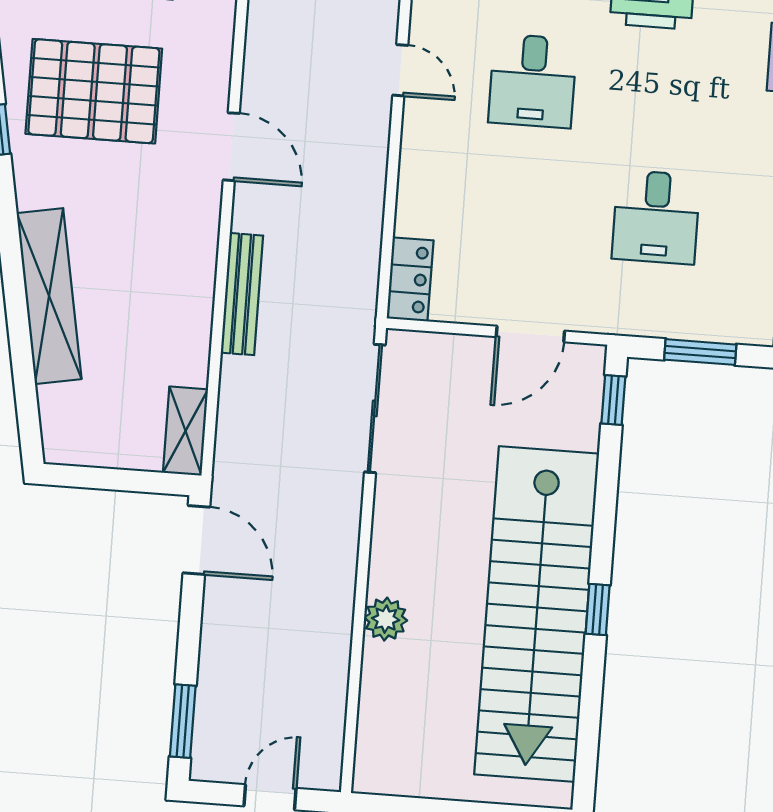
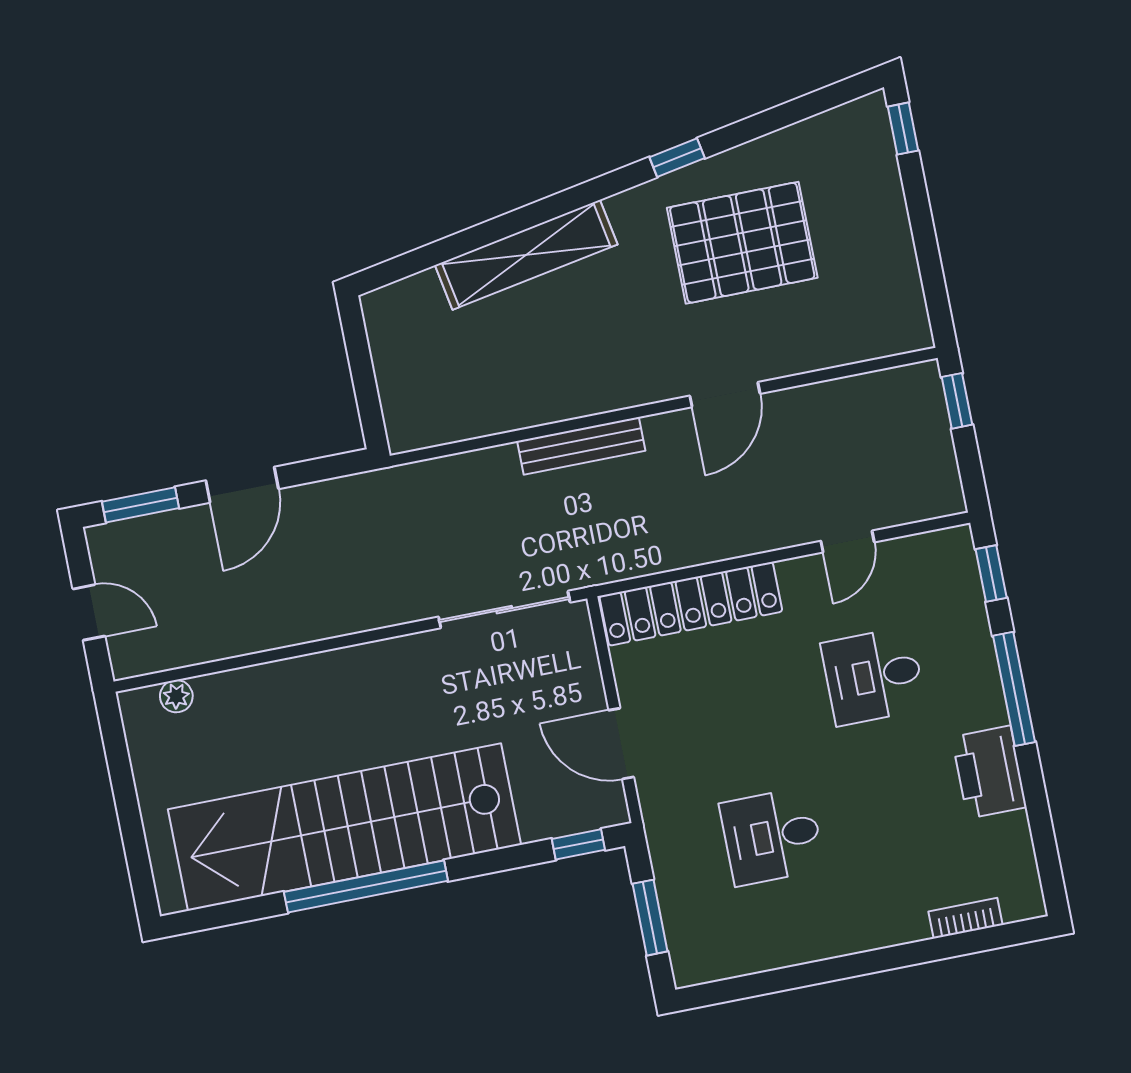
pallet: (94, 91) -> (742, 243), turned 90
locker: (410, 279) -> (691, 604), width x2.16, depth x1.21
shelving: (186, 431) -> (430, 428), removed
door: (196, 540) -> (242, 485), moved
window: (598, 609) -> (366, 886), width x3.17
plant: (386, 619) -> (176, 696), moved, width x0.73, depth x0.73

